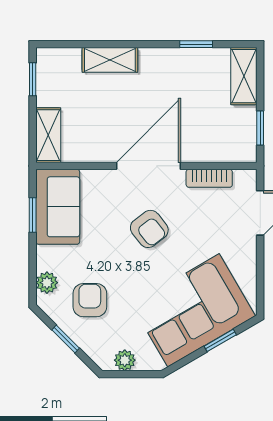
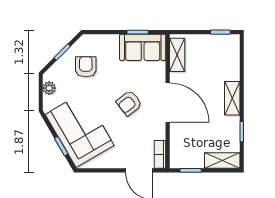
shelving: (110, 60) -> (232, 98), moved
shelving: (48, 135) -> (177, 55), moved, turned 90
bookcase: (209, 178) -> (160, 154), moved
plant: (47, 283) -> (96, 41), removed
armchair: (90, 300) -> (86, 67), turned -90

